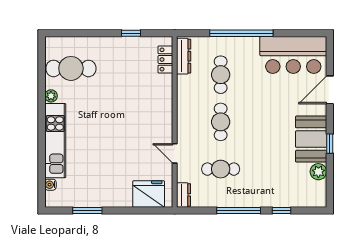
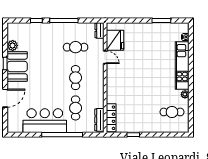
bar counter: (293, 55) -> (45, 121), moved
locker: (165, 59) -> (111, 118), width x1.53
cafe table: (71, 68) -> (172, 112), width x0.73, depth x0.74
fridge: (149, 194) -> (115, 40), moved, turned -90

